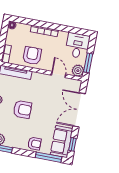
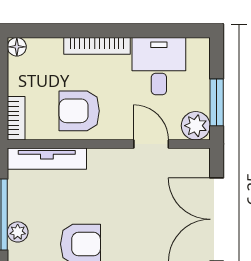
desk: (77, 46) -> (159, 66), moved
armchair: (32, 56) -> (79, 111), turned -90

